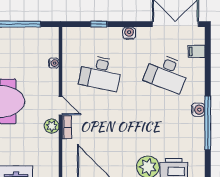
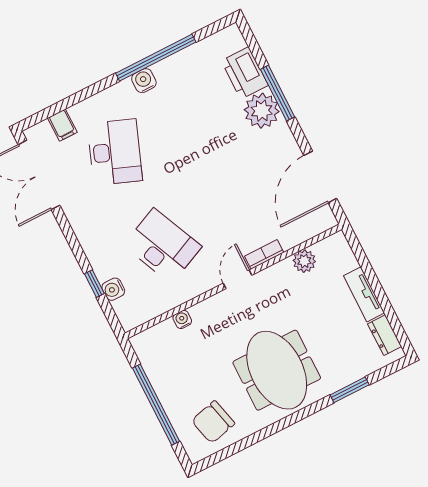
water cooler: (129, 33) -> (113, 289), moved
desk: (101, 73) -> (163, 246), turned -36
plant: (52, 126) -> (304, 261), moved

